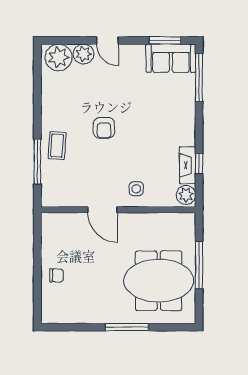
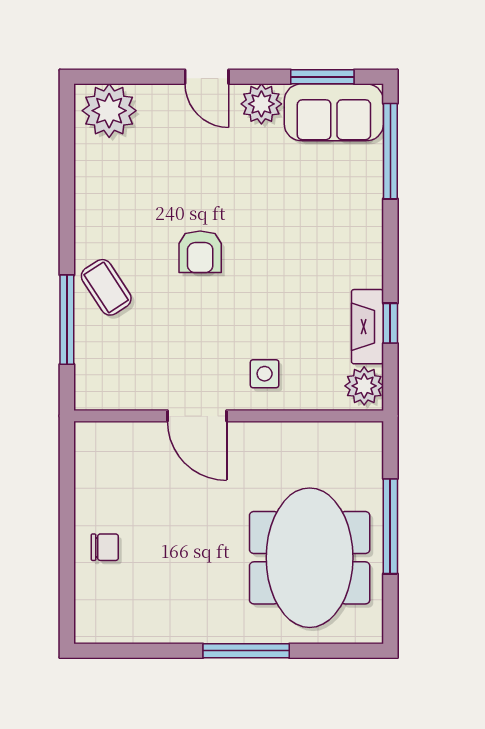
plant: (83, 54) -> (261, 104), moved
coffee table: (57, 146) -> (106, 287), turned -37
meeting table: (159, 281) -> (310, 558), turned 90

